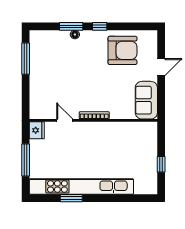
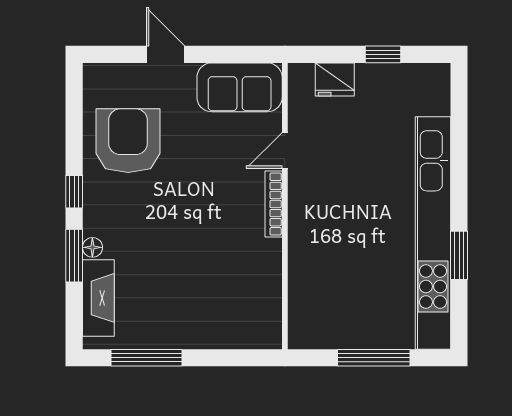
fireplace: (52, 37) -> (98, 298), added
door: (65, 120) -> (285, 150), moved
fridge: (37, 130) -> (335, 79), moved, turned 180

